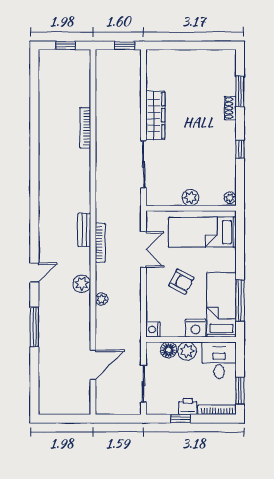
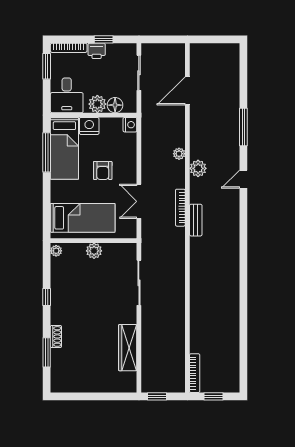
wardrobe: (155, 115) -> (128, 348), moved
bookcase: (85, 128) -> (195, 373), moved
armchair: (181, 282) -> (103, 170), turned -118

